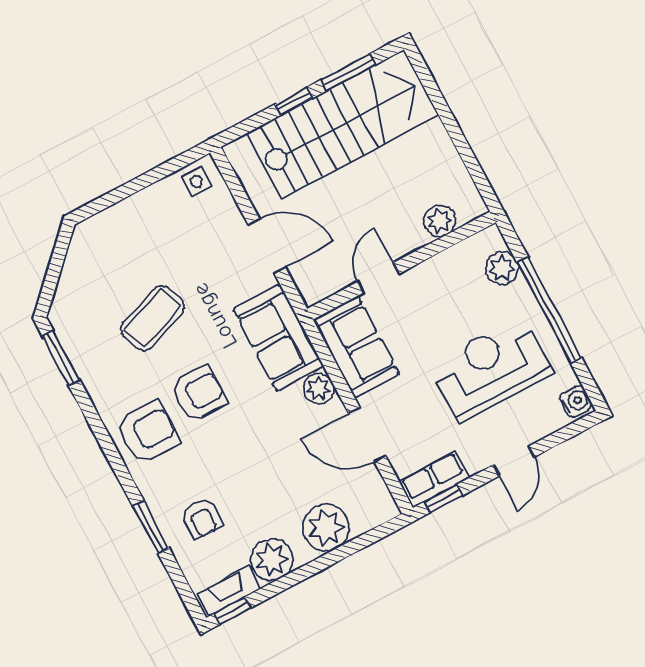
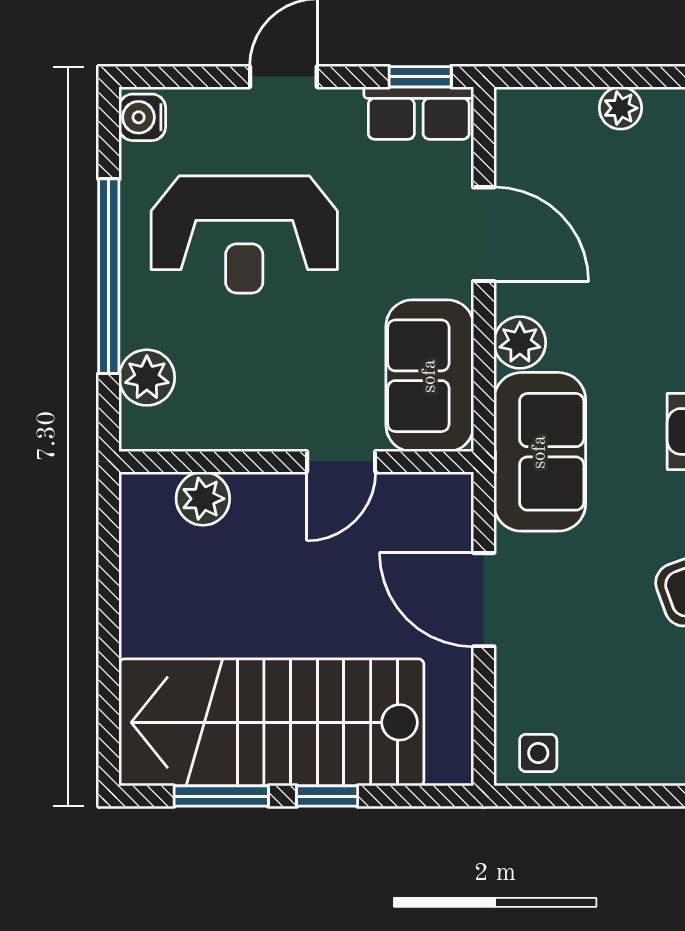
plant: (326, 528) -> (620, 108), width x0.53, depth x0.53

